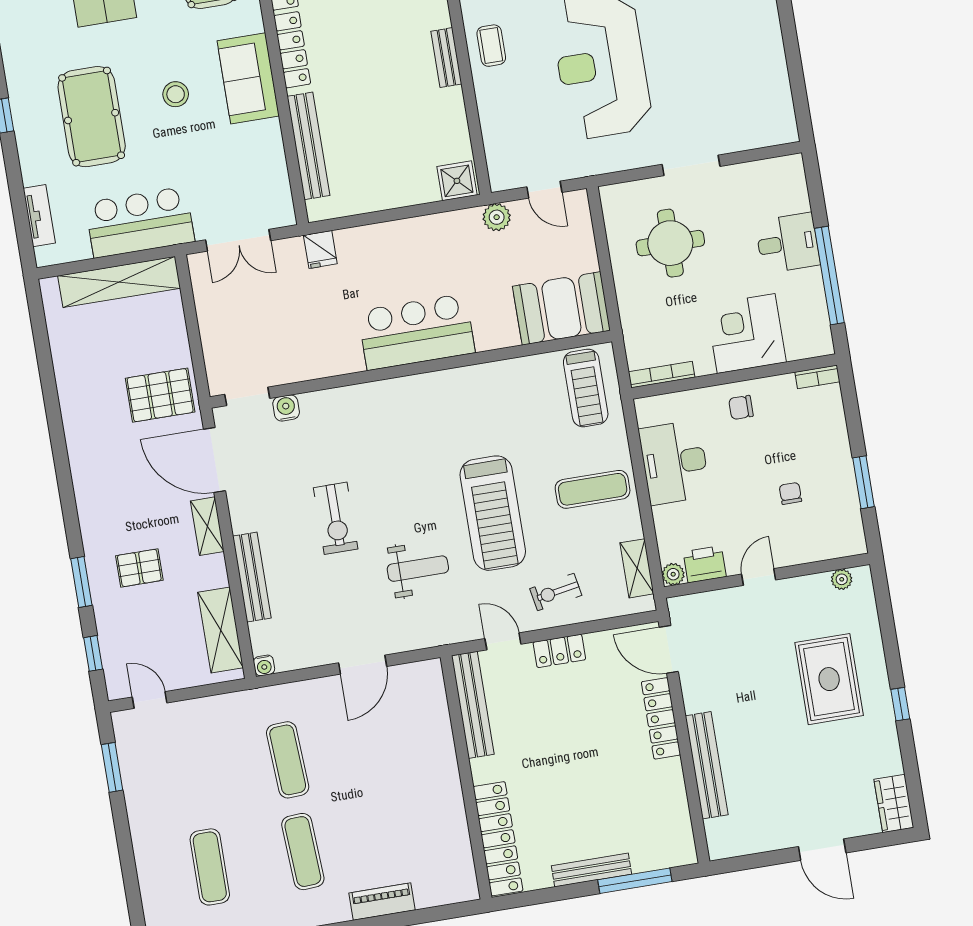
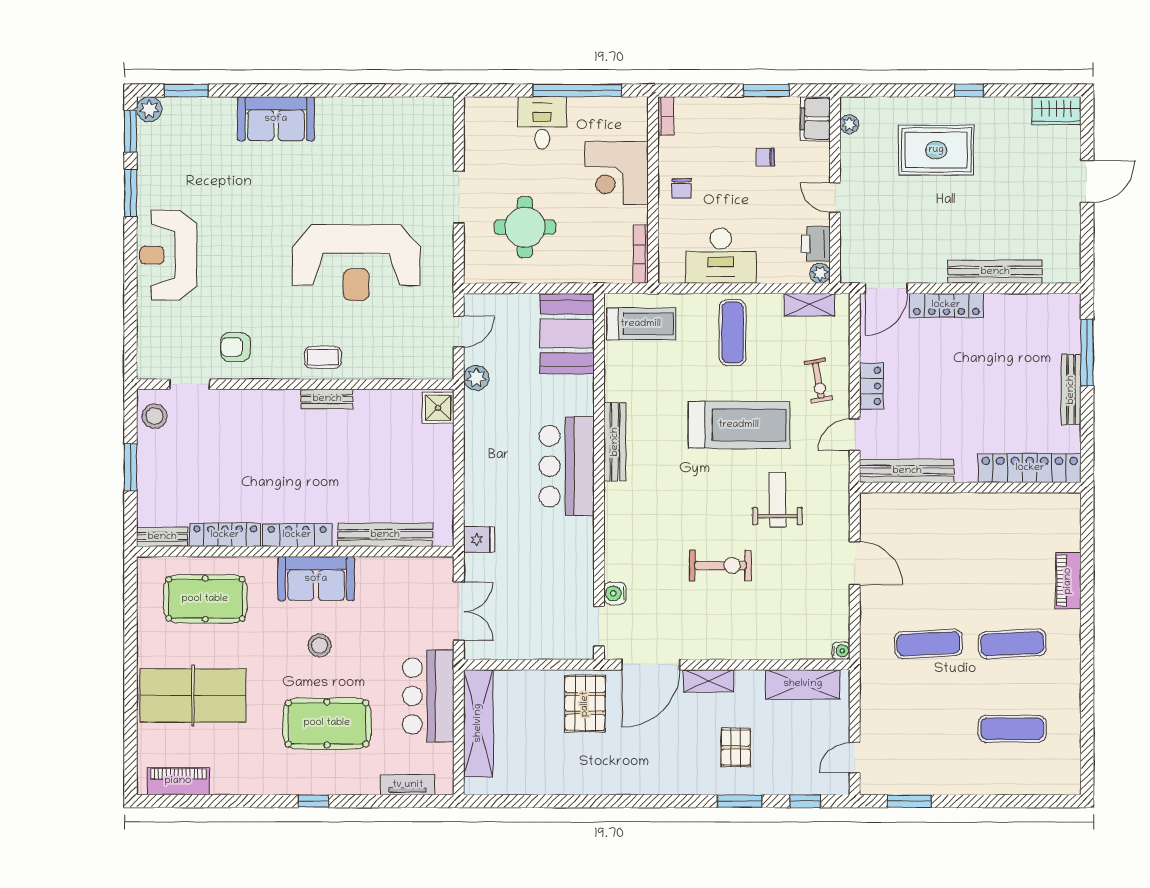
filing cabinet: (841, 541) -> (815, 119), added
bench: (252, 577) -> (615, 442), moved, turned 90

